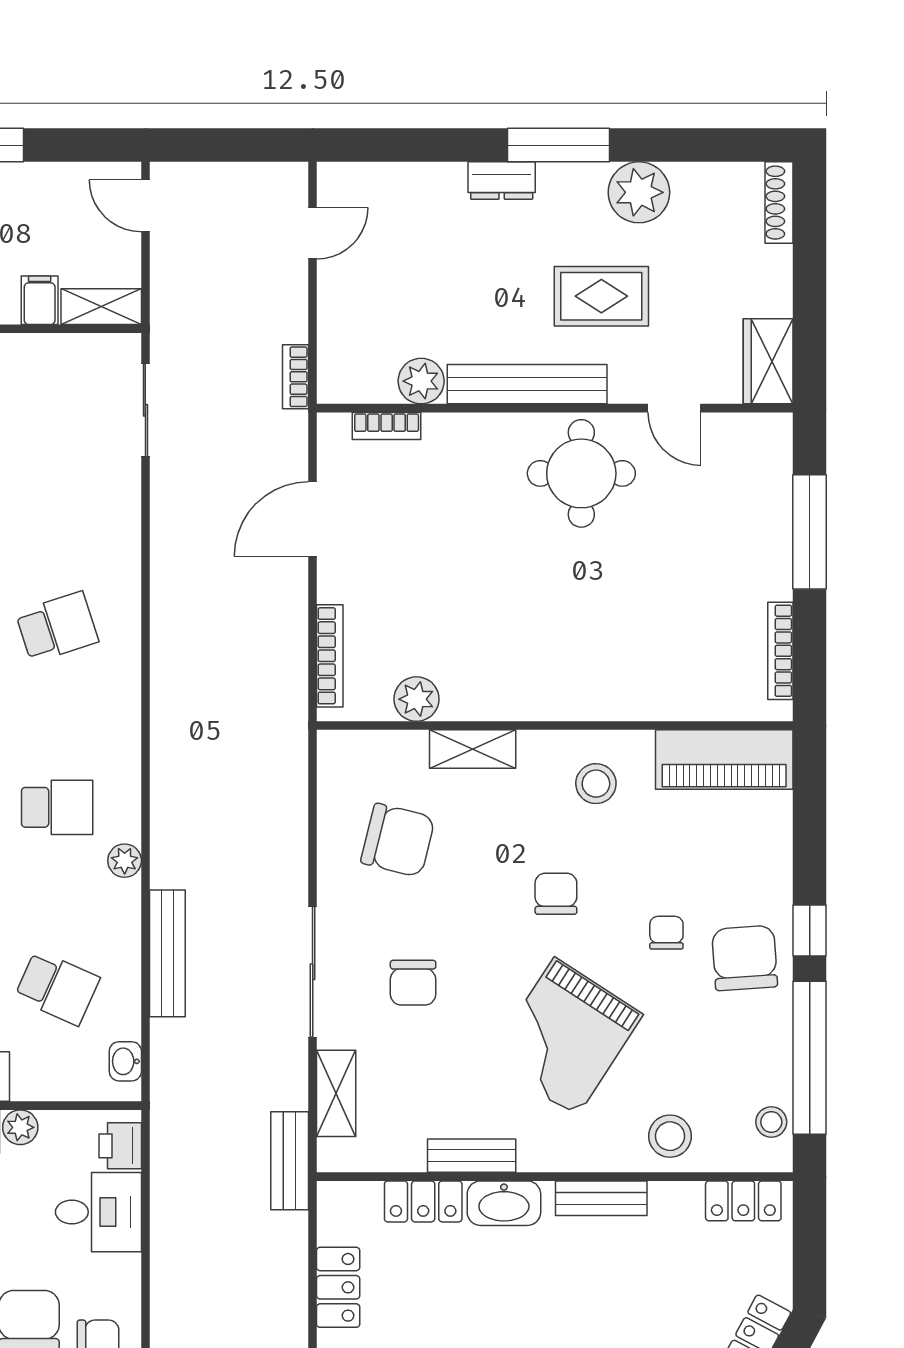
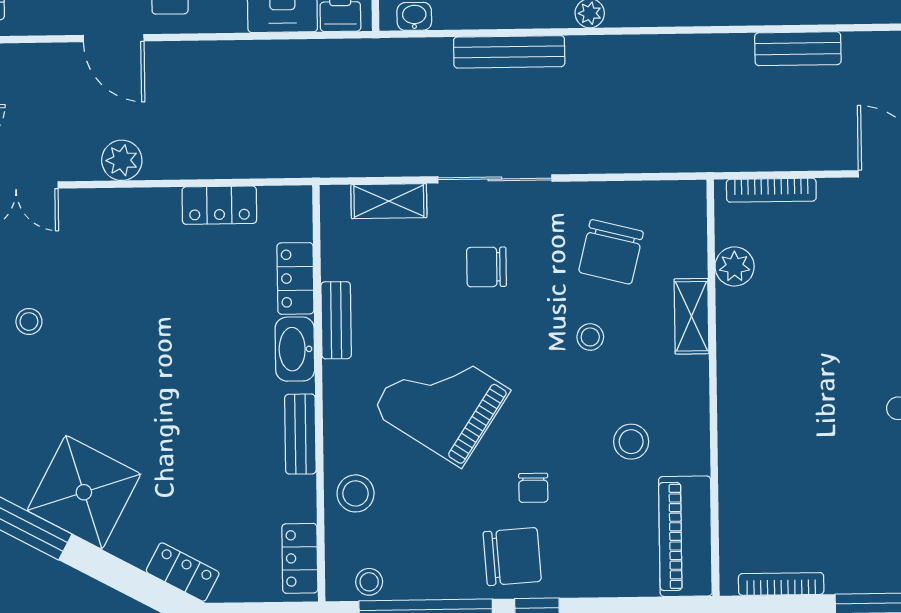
stool: (596, 784) -> (631, 442), moved
stool: (495, 865) -> (590, 337), added
chair: (556, 894) -> (566, 391), removed
chair: (666, 933) -> (533, 488), turned 90
bench: (290, 1161) -> (798, 49), moved

